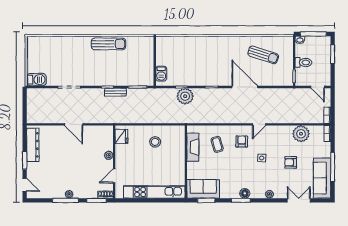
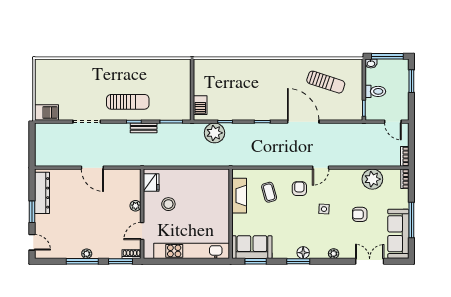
sun lounger: (109, 44) -> (128, 102), moved
plant: (185, 96) -> (214, 133), moved
stool: (155, 142) -> (168, 204), moved

